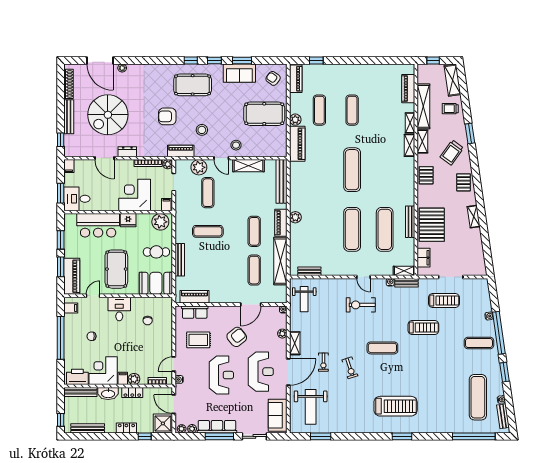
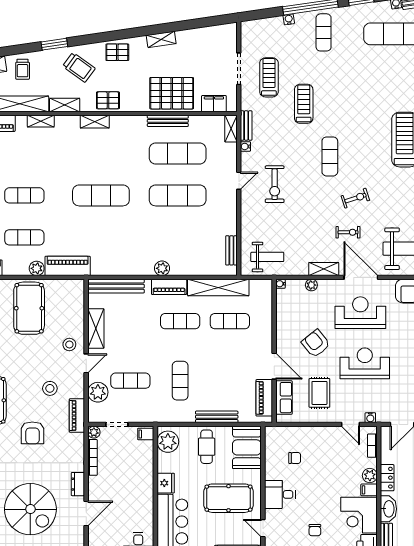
shelving: (410, 145) -> (95, 122), moved
corner desk: (135, 195) -> (133, 475), removed
door: (251, 305) -> (274, 366), moved

